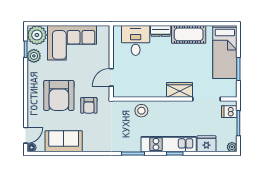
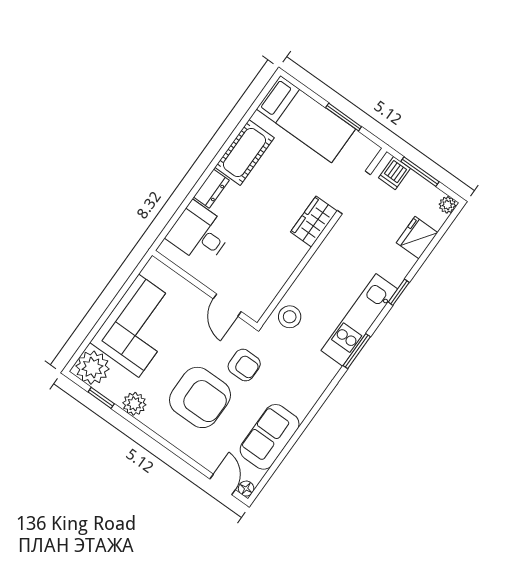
plant: (34, 56) -> (134, 404), moved
stool: (141, 111) -> (290, 317), moved
kitchen unit: (169, 144) -> (359, 320), moved

